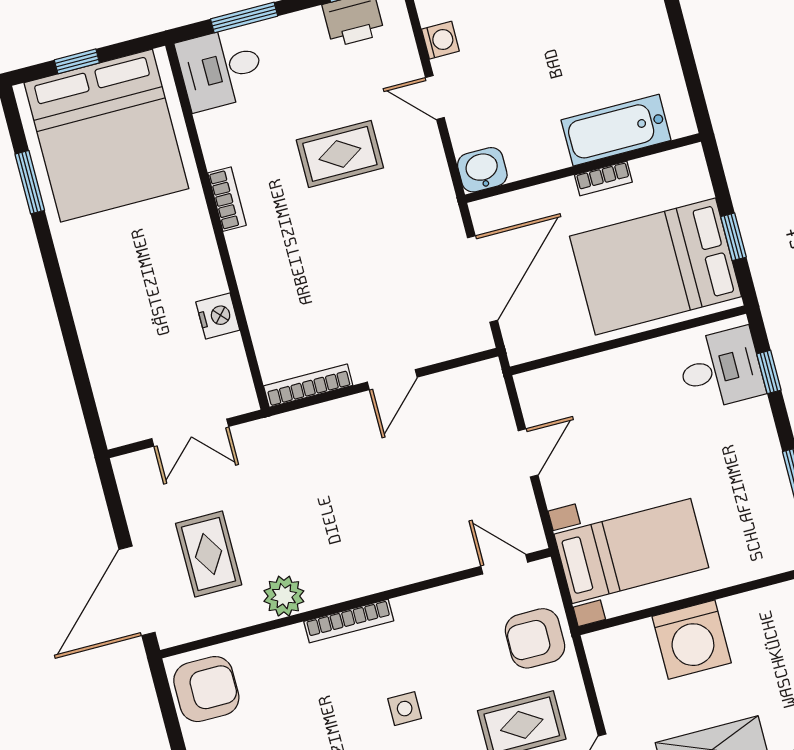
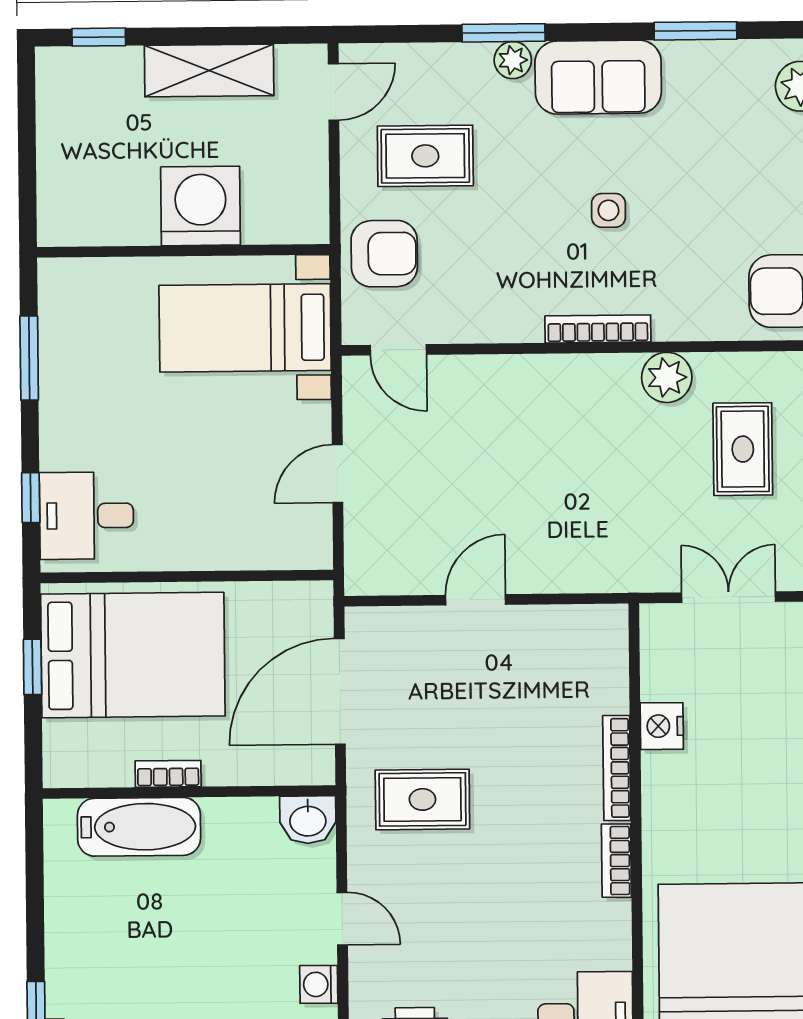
rug: (340, 154) -> (422, 799), moved
bookcase: (308, 386) -> (617, 768), moved, turned 90
side table: (405, 709) -> (608, 210), moved

